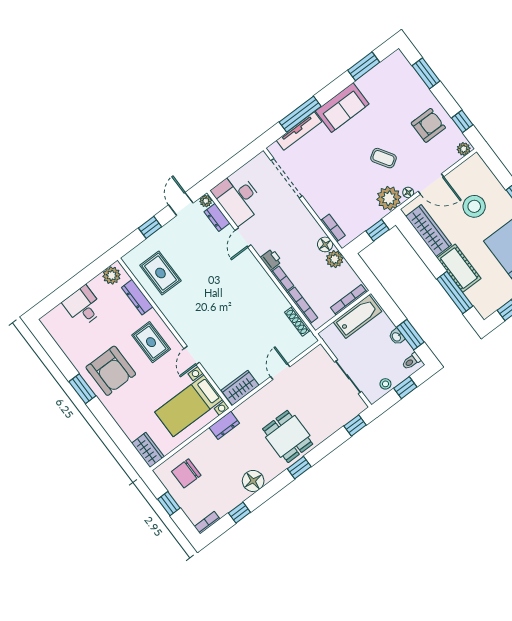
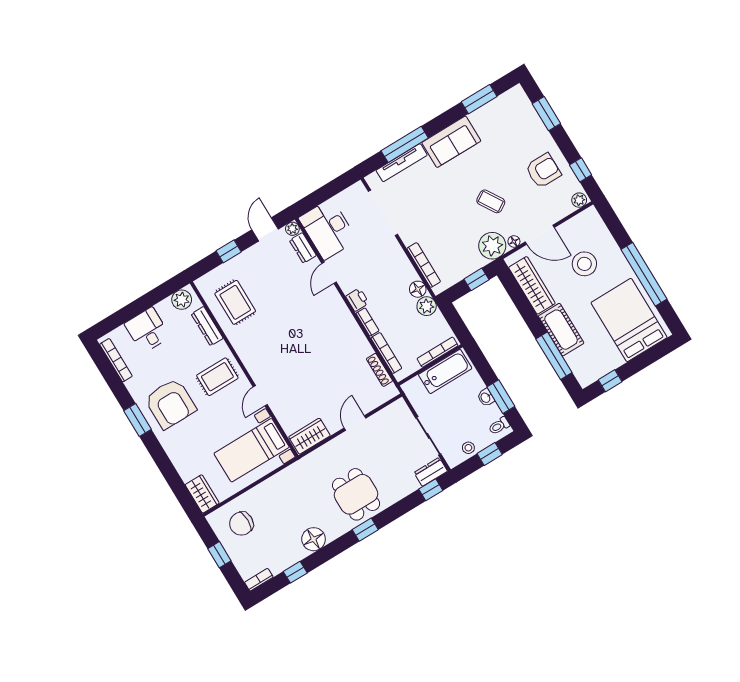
bookcase: (333, 228) -> (424, 265), width x1.56
bookcase: (57, 336) -> (116, 360), added
rug: (151, 342) -> (217, 377), turned 90
dresser: (224, 425) -> (431, 472), moved, turned 180

